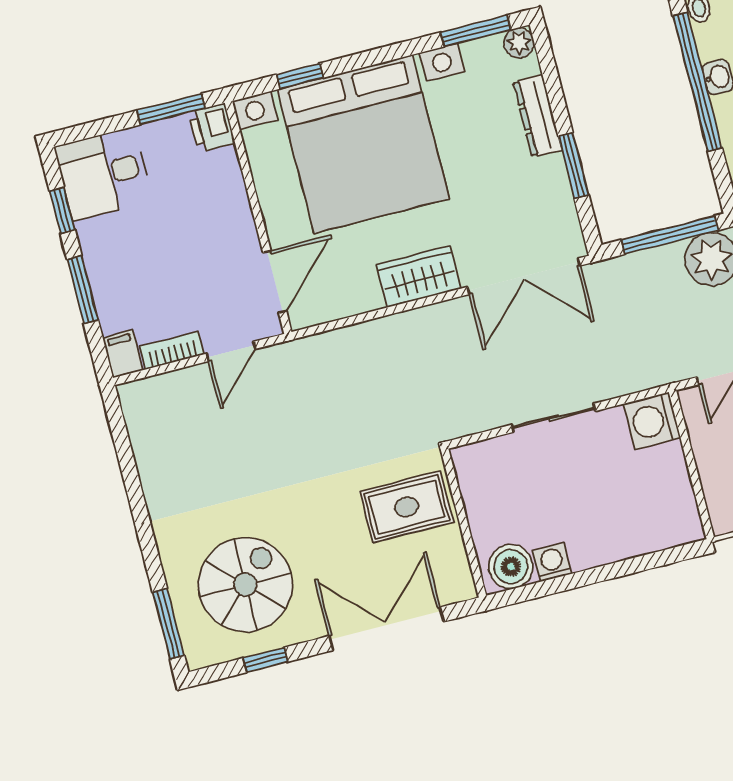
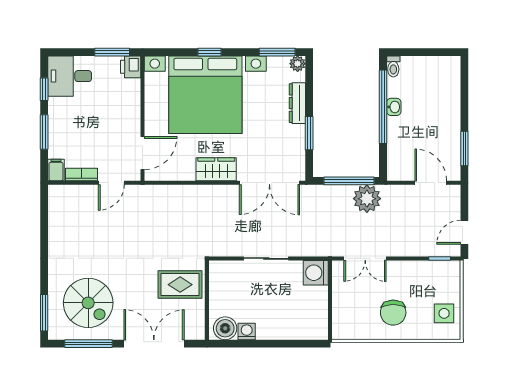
window: (300, 76) -> (210, 52), moved
spiral stairs: (245, 585) -> (88, 303), turned 90
window: (265, 660) -> (88, 344), width x2.17

